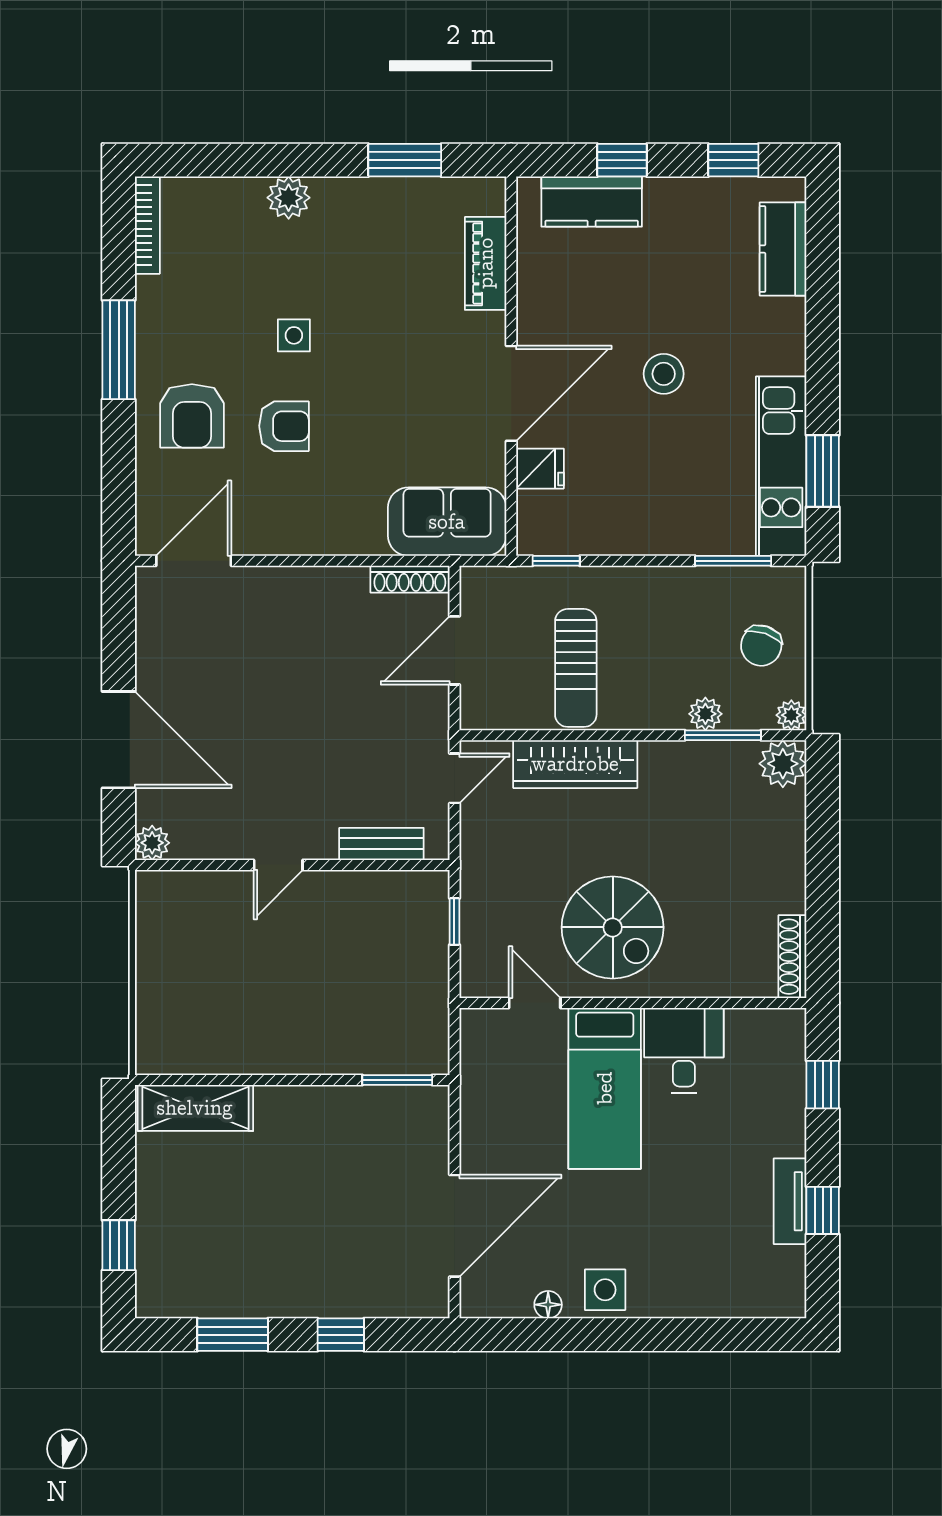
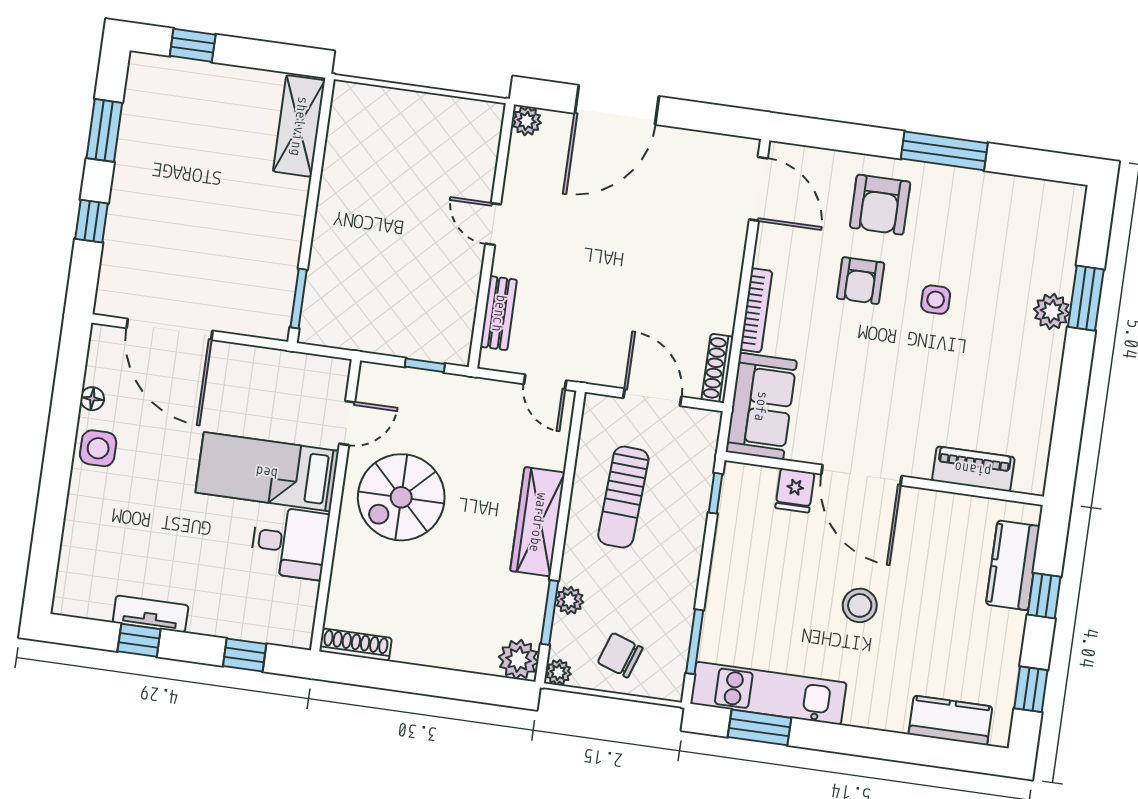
window: (405, 160) -> (1086, 298), moved
bookcase: (147, 225) -> (756, 310), moved, turned -90
armchair: (192, 416) -> (880, 205), turned -90
sun lounger: (576, 668) -> (623, 497), turned -87
wardrobe: (575, 764) -> (538, 522), moved

